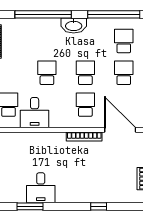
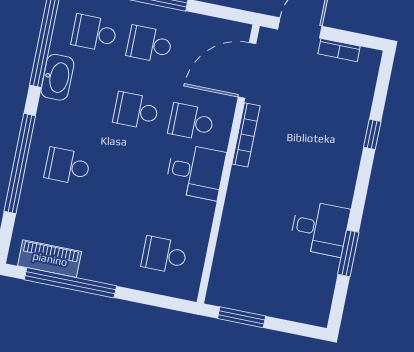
washbasin: (74, 26) -> (57, 77), moved
school desk: (47, 73) -> (67, 166), moved
desk: (35, 113) -> (195, 172), moved

